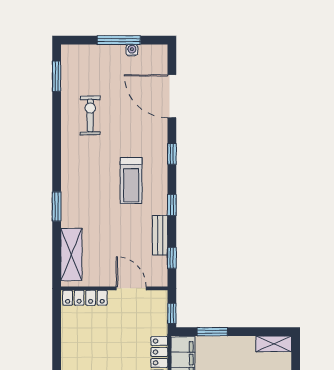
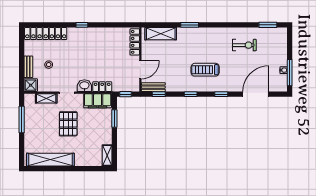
window: (119, 40) -> (290, 73), moved
bench: (160, 235) -> (153, 87), moved

